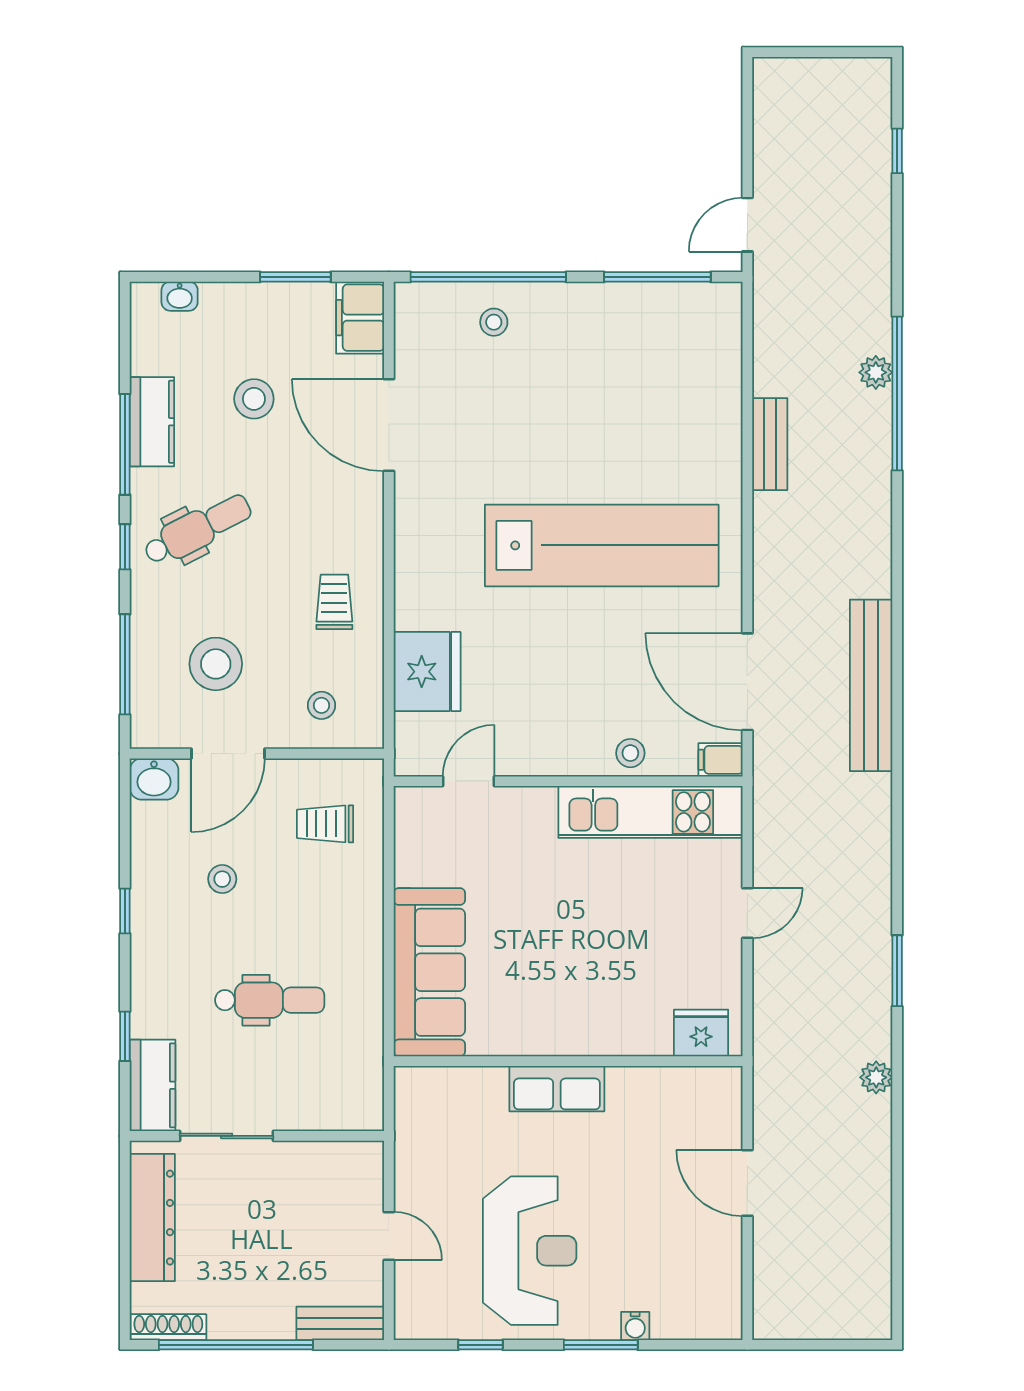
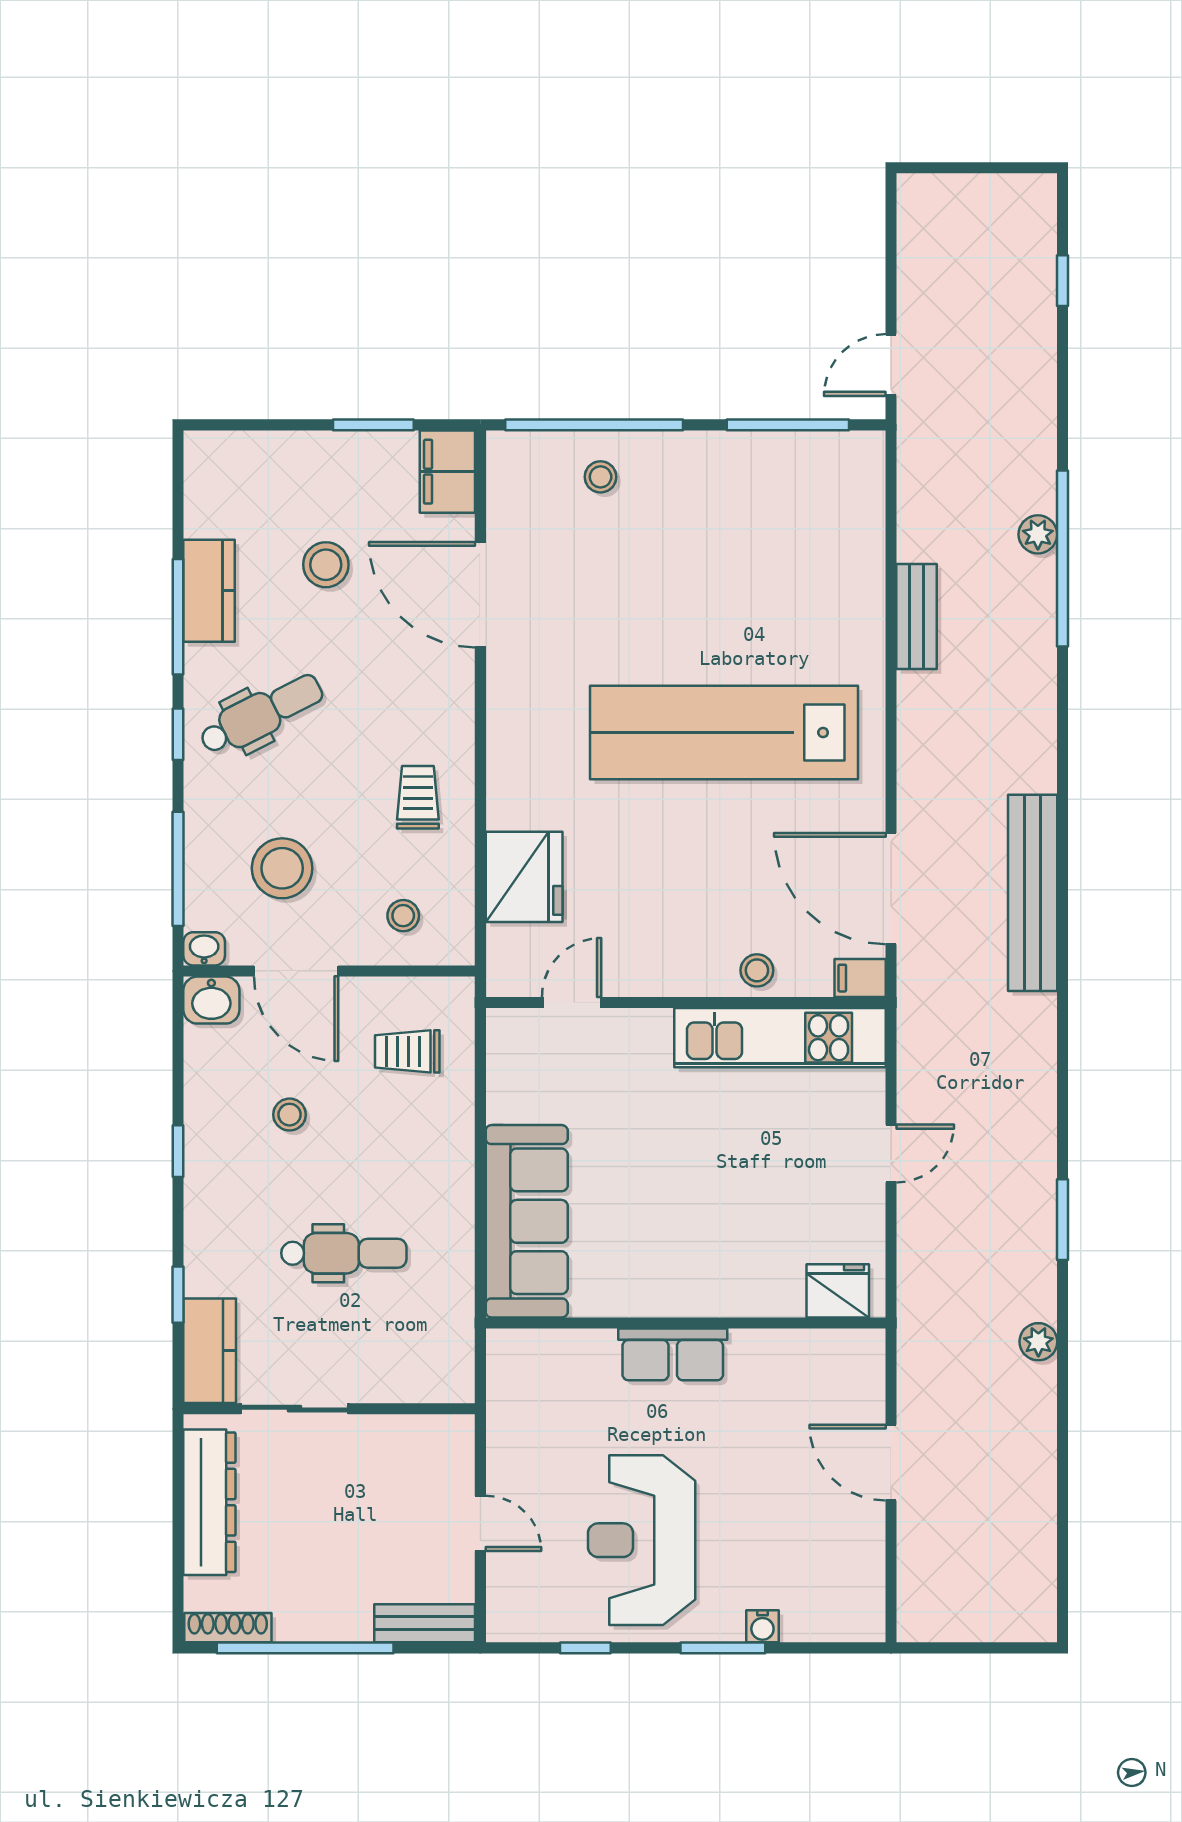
washbasin: (180, 296) -> (204, 949), moved, turned 180
lab bench: (602, 545) -> (724, 733), turned 180
door: (228, 754) -> (296, 971), hinge flipped
reception desk: (530, 1251) -> (642, 1540), turned 180

